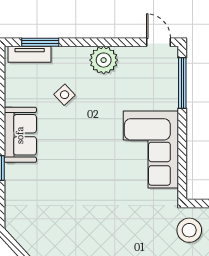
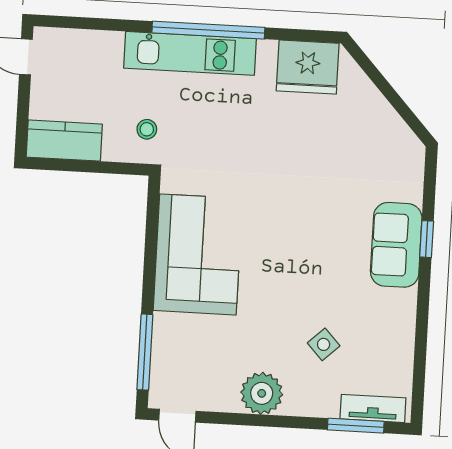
sofa: (20, 135) -> (396, 245), moved
stool: (189, 230) -> (147, 129), width x0.53, depth x0.53

